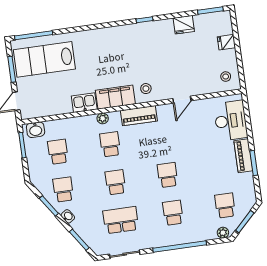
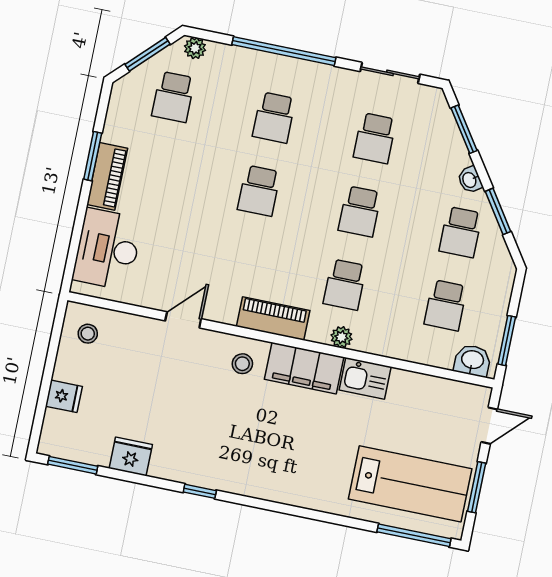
school desk: (121, 220) -> (375, 138), width x0.54

